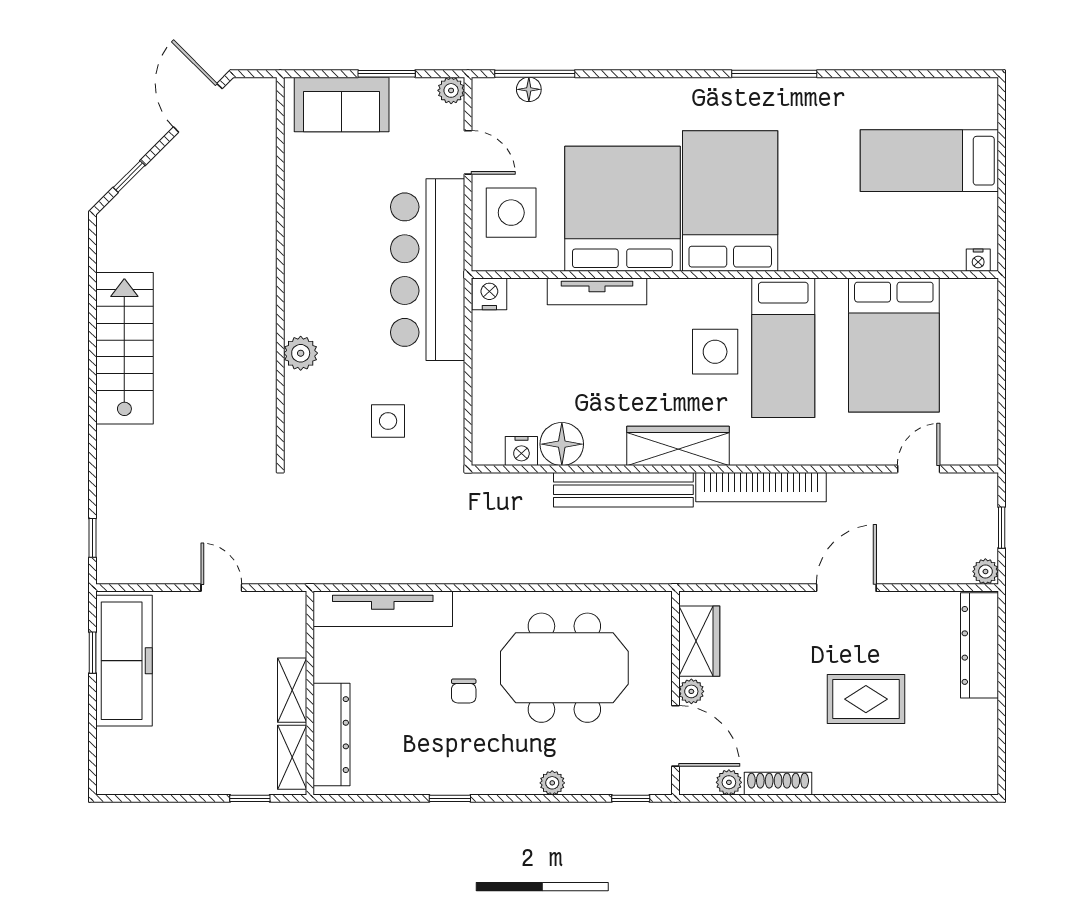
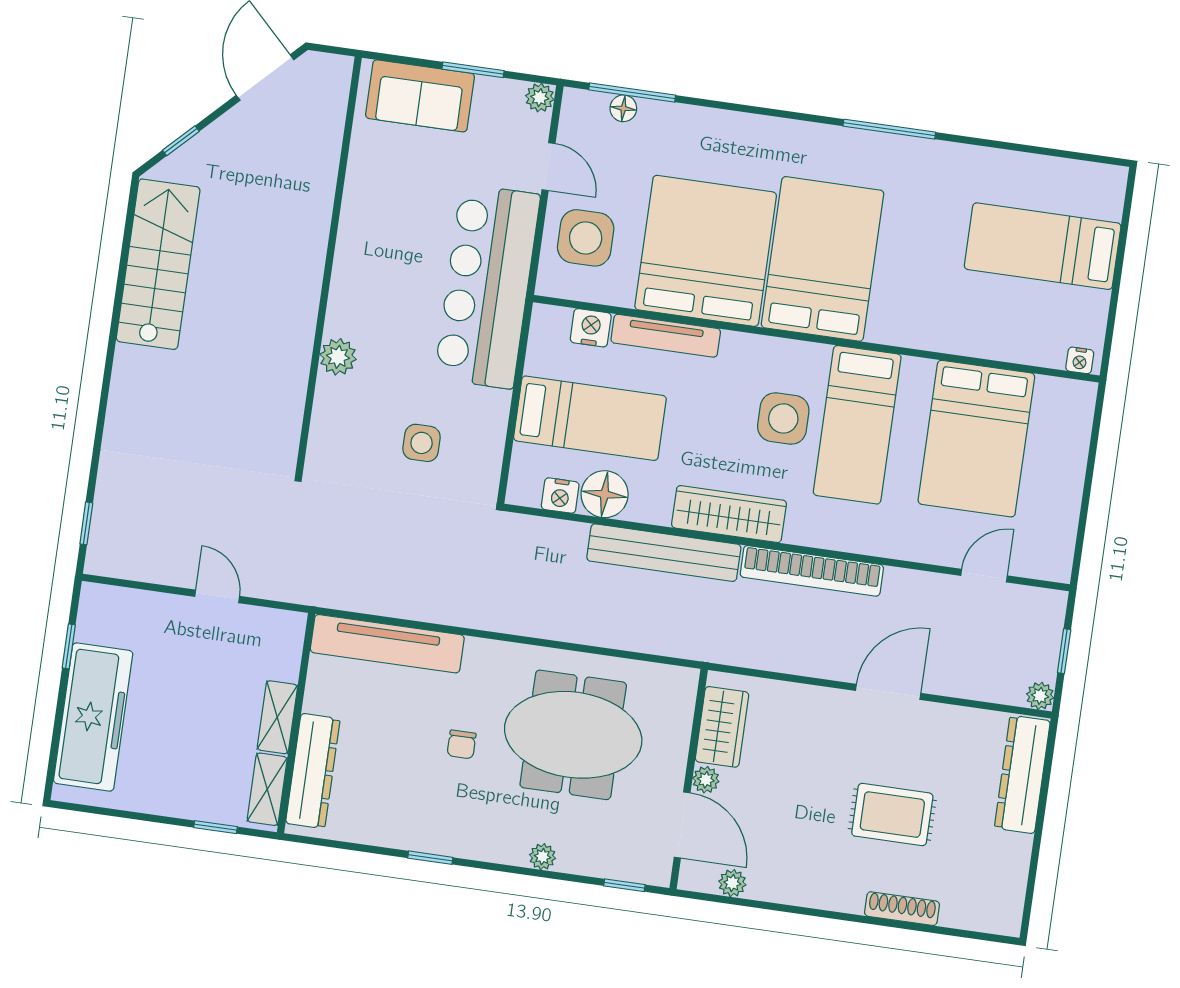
nightstand: (489, 294) -> (591, 328), moved
stairs: (124, 348) -> (158, 264), moved
bed: (539, 377) -> (590, 418), added
freezer: (124, 661) -> (93, 717), moved
shoe rack: (778, 784) -> (902, 909), moved

